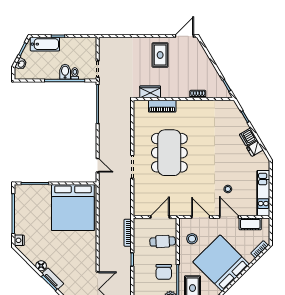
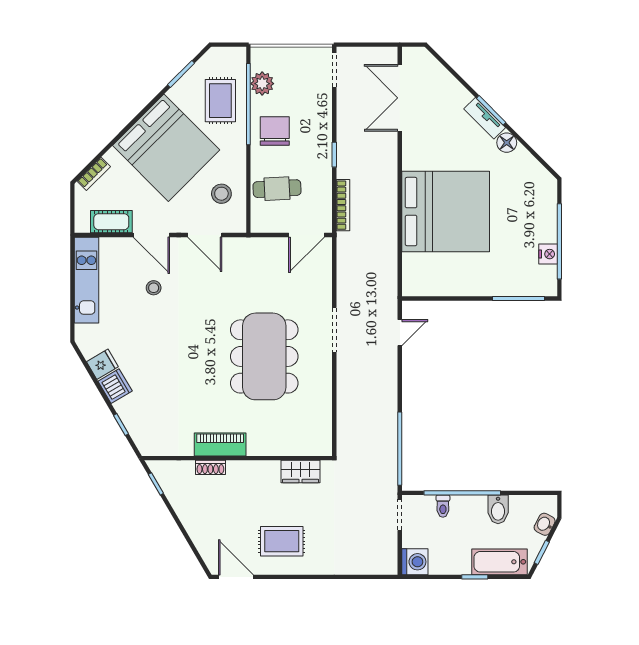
door: (184, 36) -> (236, 577), swing flipped
washing machine: (90, 44) -> (415, 562), added
rug: (160, 55) -> (282, 541), turned 90
bidet: (65, 72) -> (498, 509), moved
piano: (162, 106) -> (220, 445), moved
door: (98, 165) -> (400, 333), swing flipped
bed: (73, 208) -> (446, 212), moved, turned 90
door: (160, 217) -> (306, 235), moved
nightstand: (19, 240) -> (548, 254), moved

